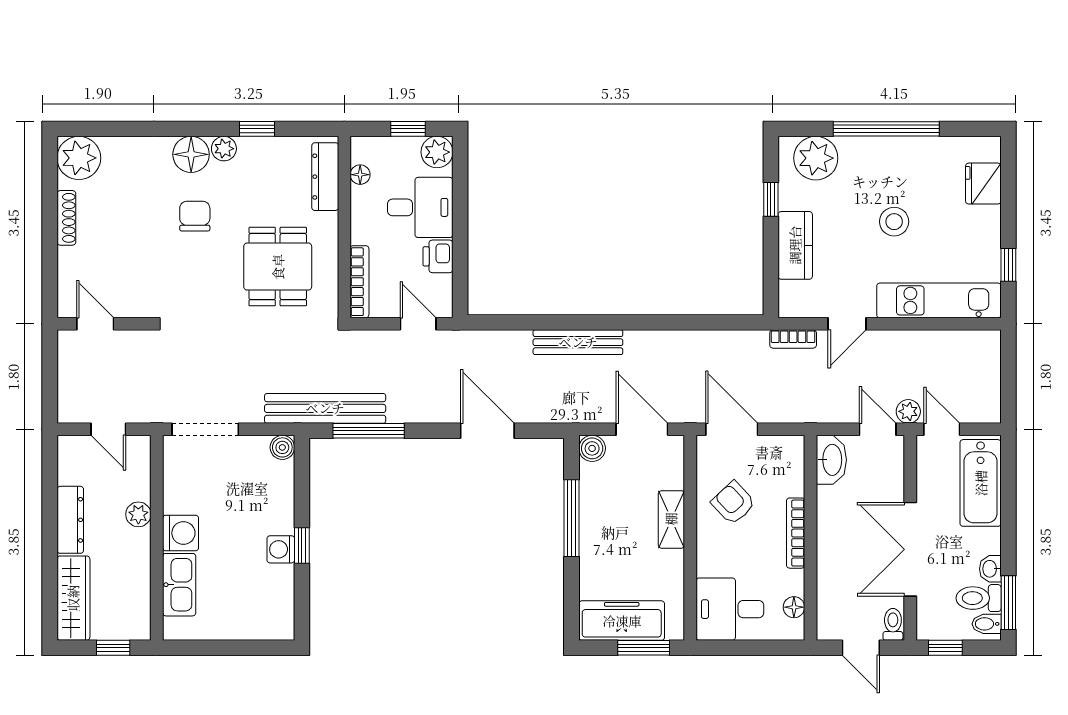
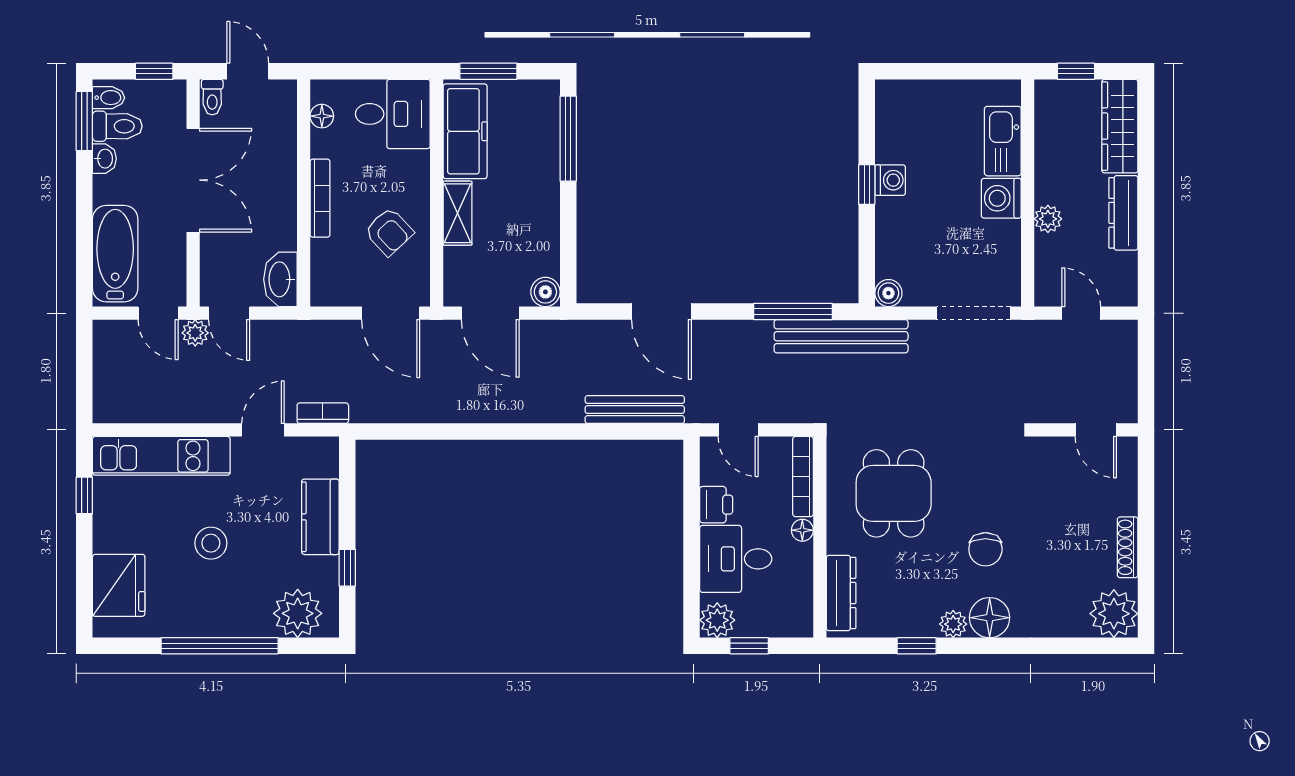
floor lamp: (360, 175) -> (802, 530), moved
fridge: (983, 184) -> (119, 585), width x1.36, depth x1.34
bench: (578, 342) -> (635, 410), moved
window: (572, 518) -> (568, 139), moved
freezer: (622, 621) -> (465, 131), moved, turned -90

